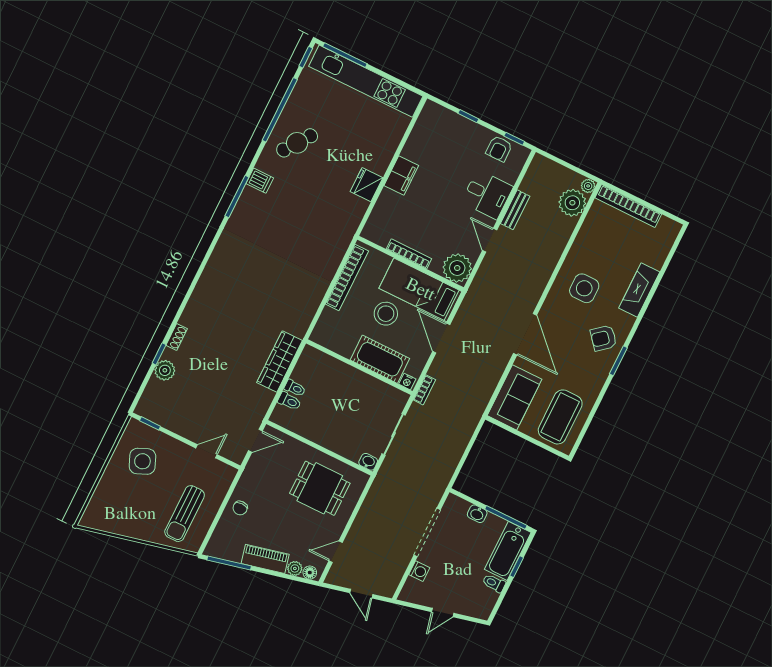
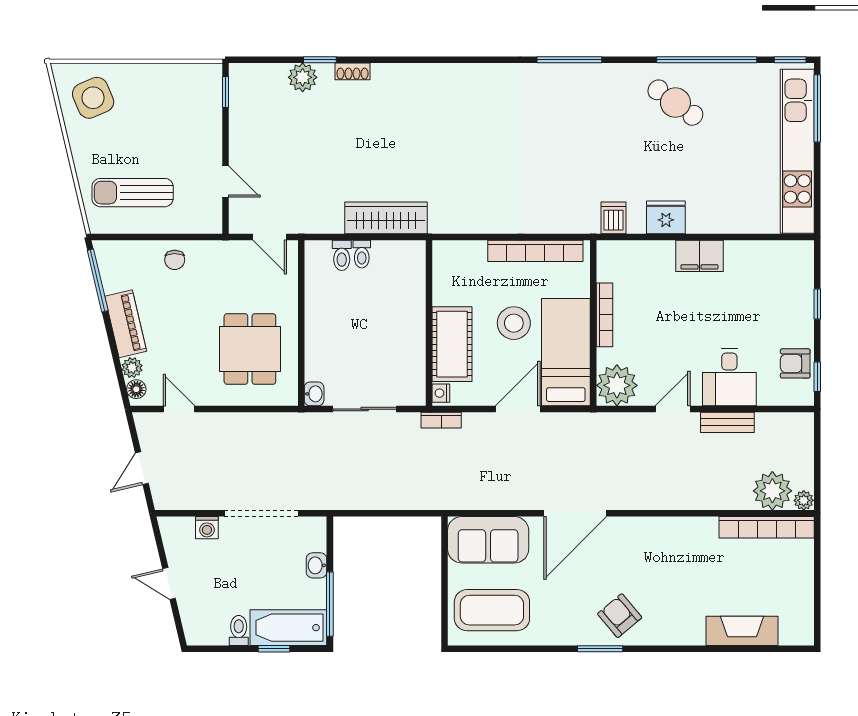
dishwasher: (260, 181) -> (613, 218), moved, turned 180
bookcase: (628, 206) -> (767, 527), moved, turned -90
side table: (584, 288) -> (671, 560), removed
fireplace: (639, 290) -> (742, 631), moved
side table: (142, 461) -> (93, 98), moved
chair: (240, 508) -> (175, 260), turned -90

